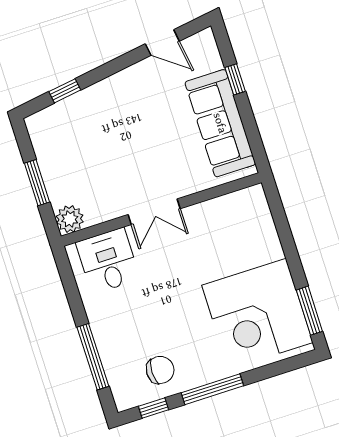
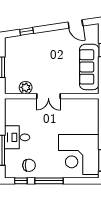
plant: (70, 219) -> (26, 87), moved
desk: (108, 261) -> (17, 137), moved, turned -90

